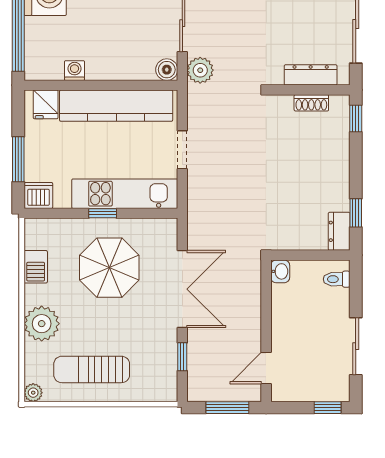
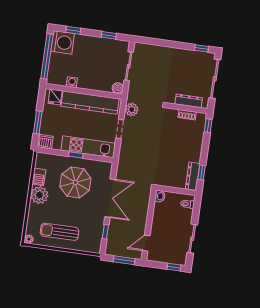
plant: (200, 70) -> (132, 110), moved
dresser: (339, 231) -> (193, 176), width x1.44
plant: (42, 324) -> (39, 195), moved

